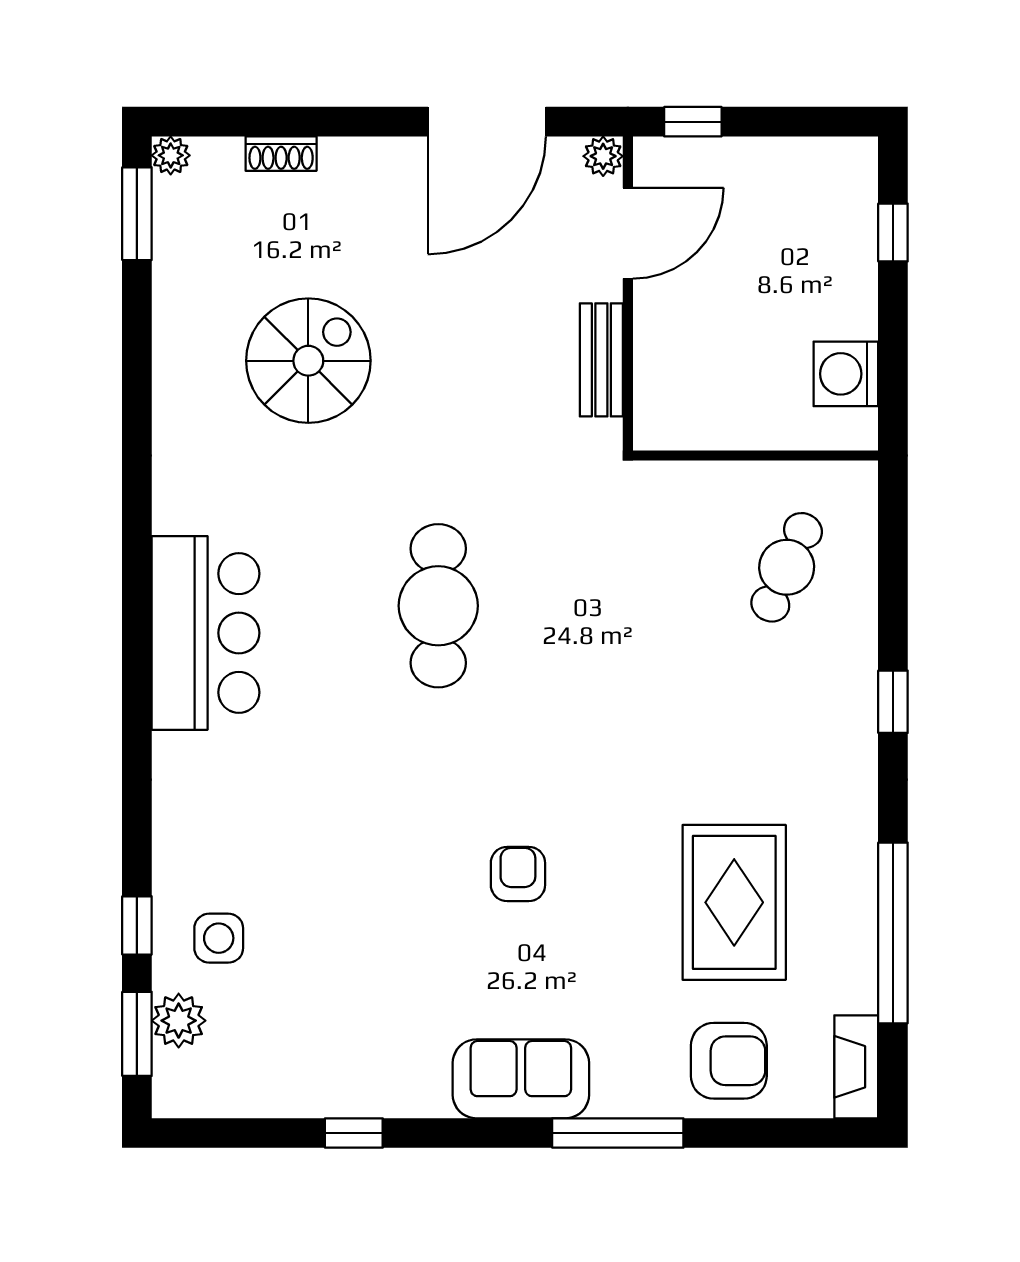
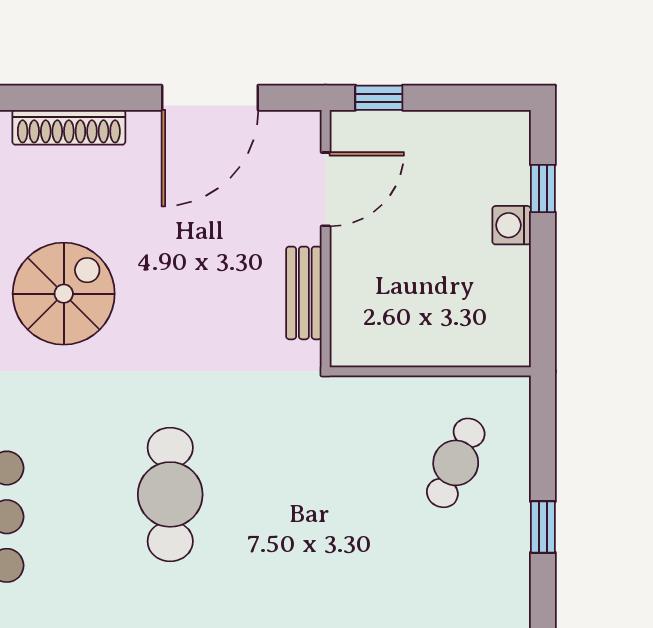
shoe rack: (281, 154) -> (69, 127), width x1.94, depth x1.24
plant: (603, 156) -> (305, 126), removed
washing machine: (846, 374) -> (512, 225), moved, width x0.73, depth x0.73
window: (893, 702) -> (543, 527), moved

